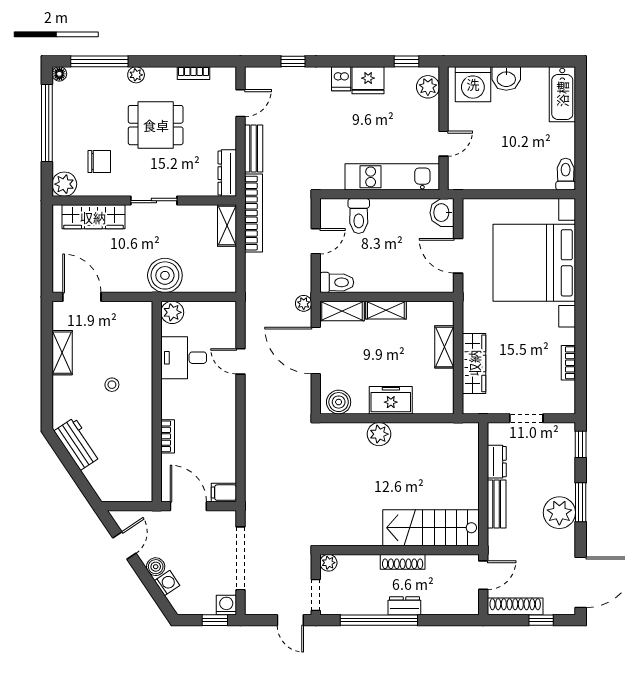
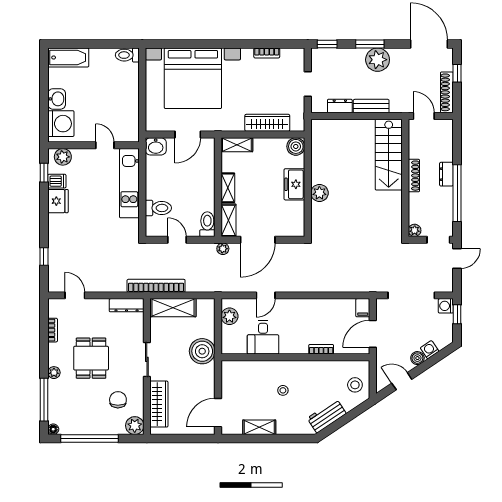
dishwasher: (341, 79) -> (57, 181), moved
bench: (254, 149) -> (108, 286), removed
shelving: (227, 225) -> (173, 308), width x1.50, depth x1.33
plant: (172, 312) -> (229, 316), moved
shelving: (444, 347) -> (237, 145), moved
boiler: (339, 402) -> (296, 146), moved
stool: (119, 482) -> (355, 385), added

